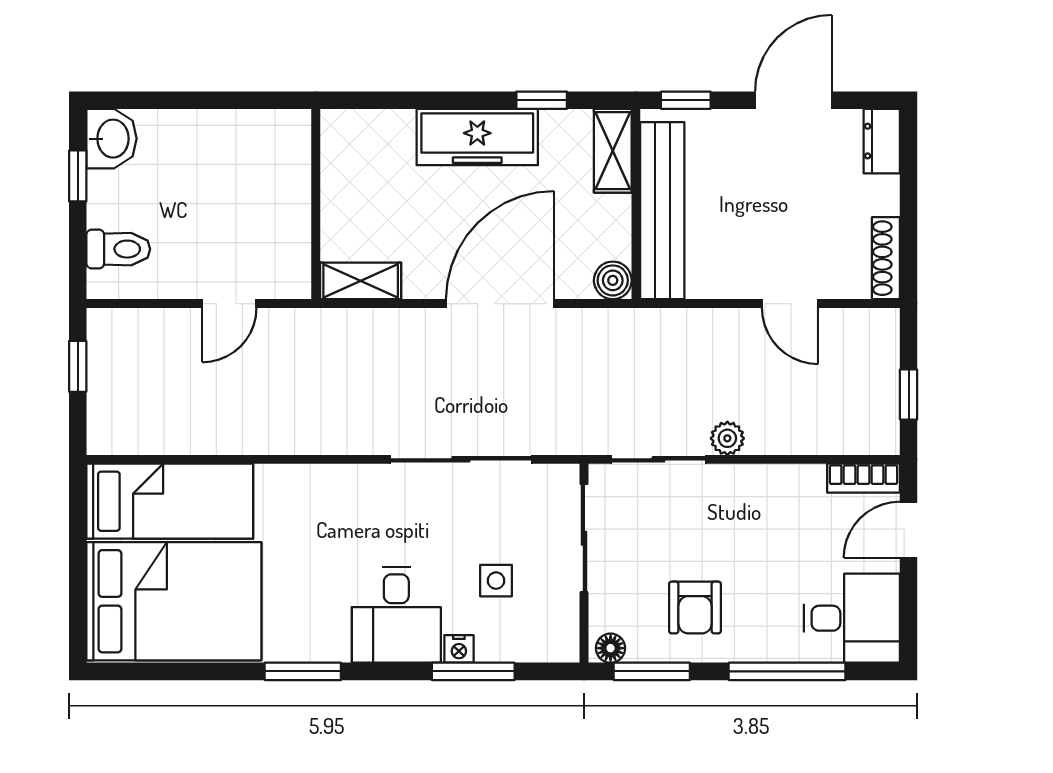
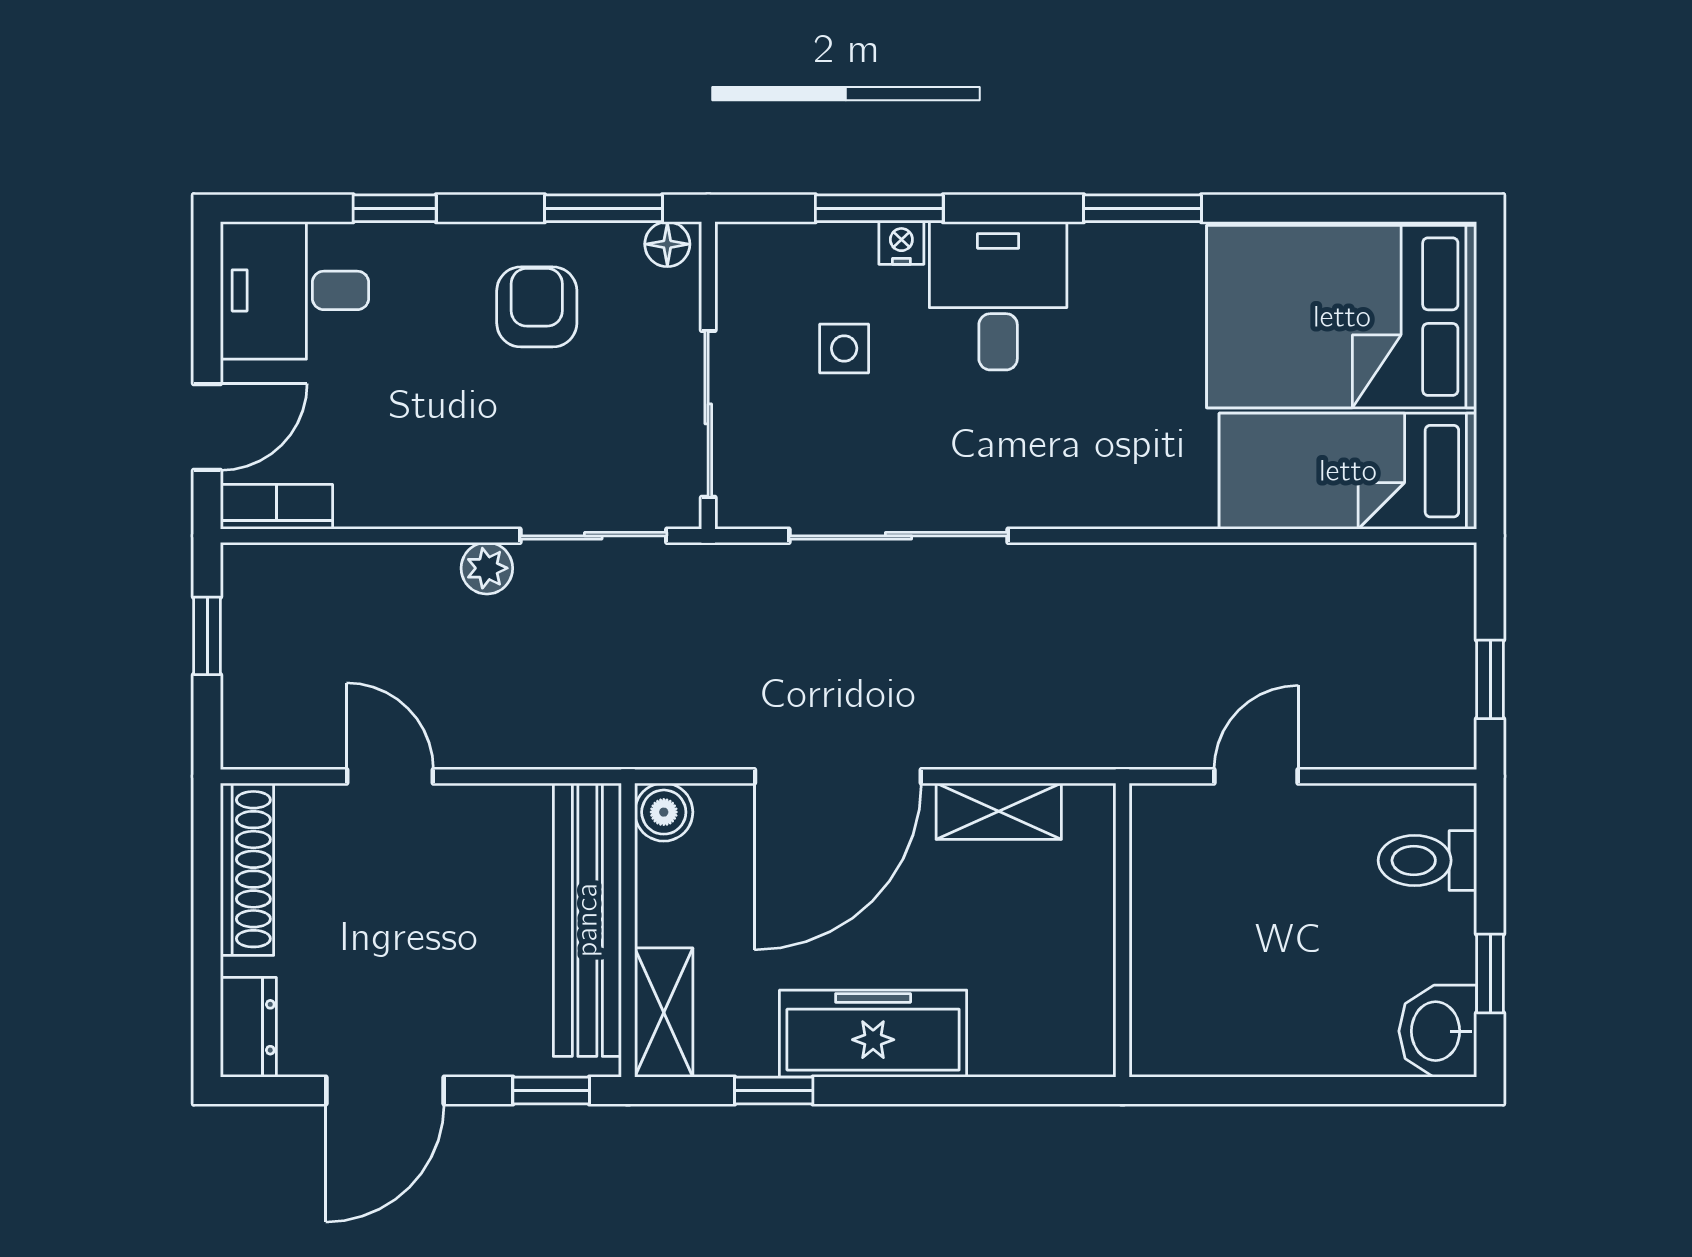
shoe rack: (886, 258) -> (247, 869), width x1.36, depth x1.24
shelving: (361, 281) -> (999, 811), moved
window: (787, 671) -> (395, 208), width x0.46

